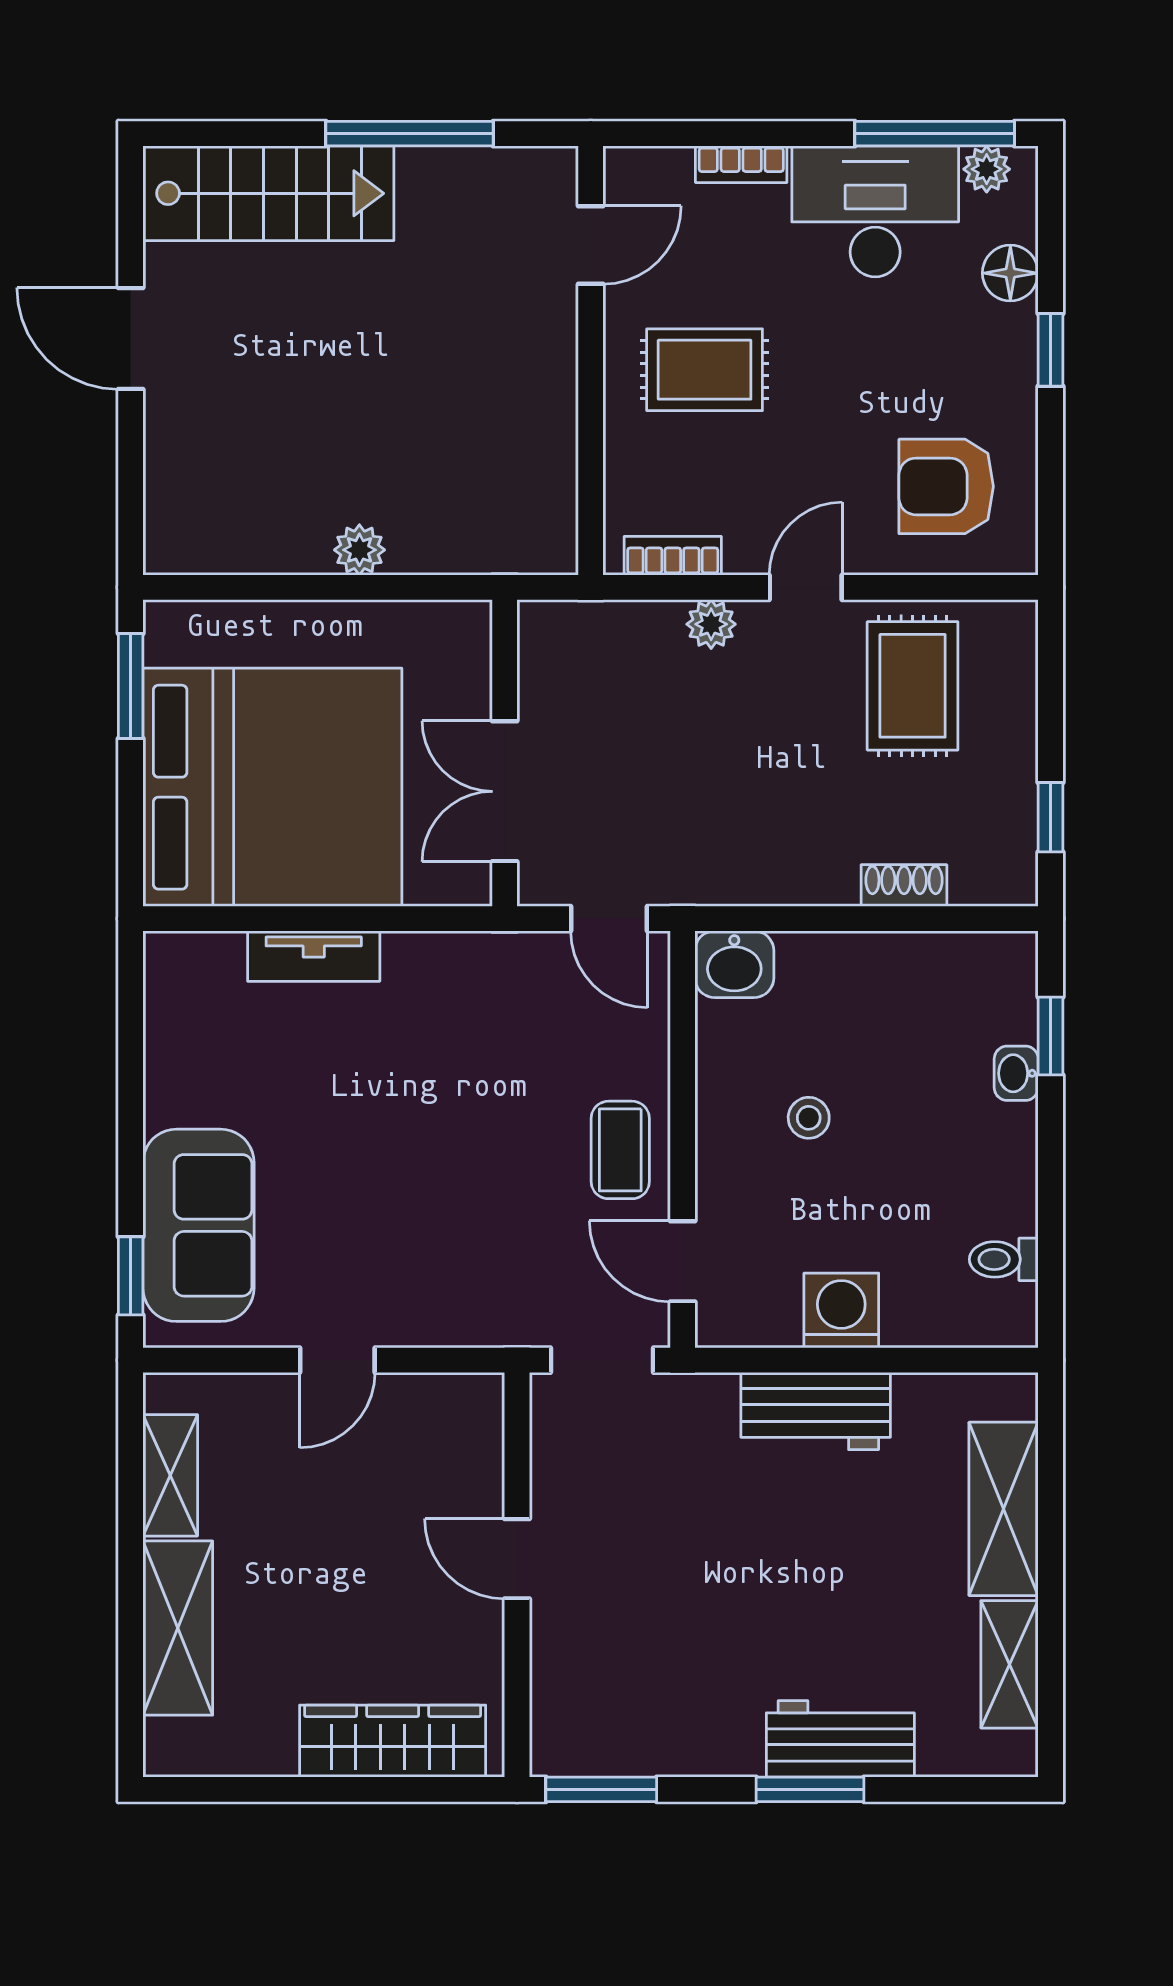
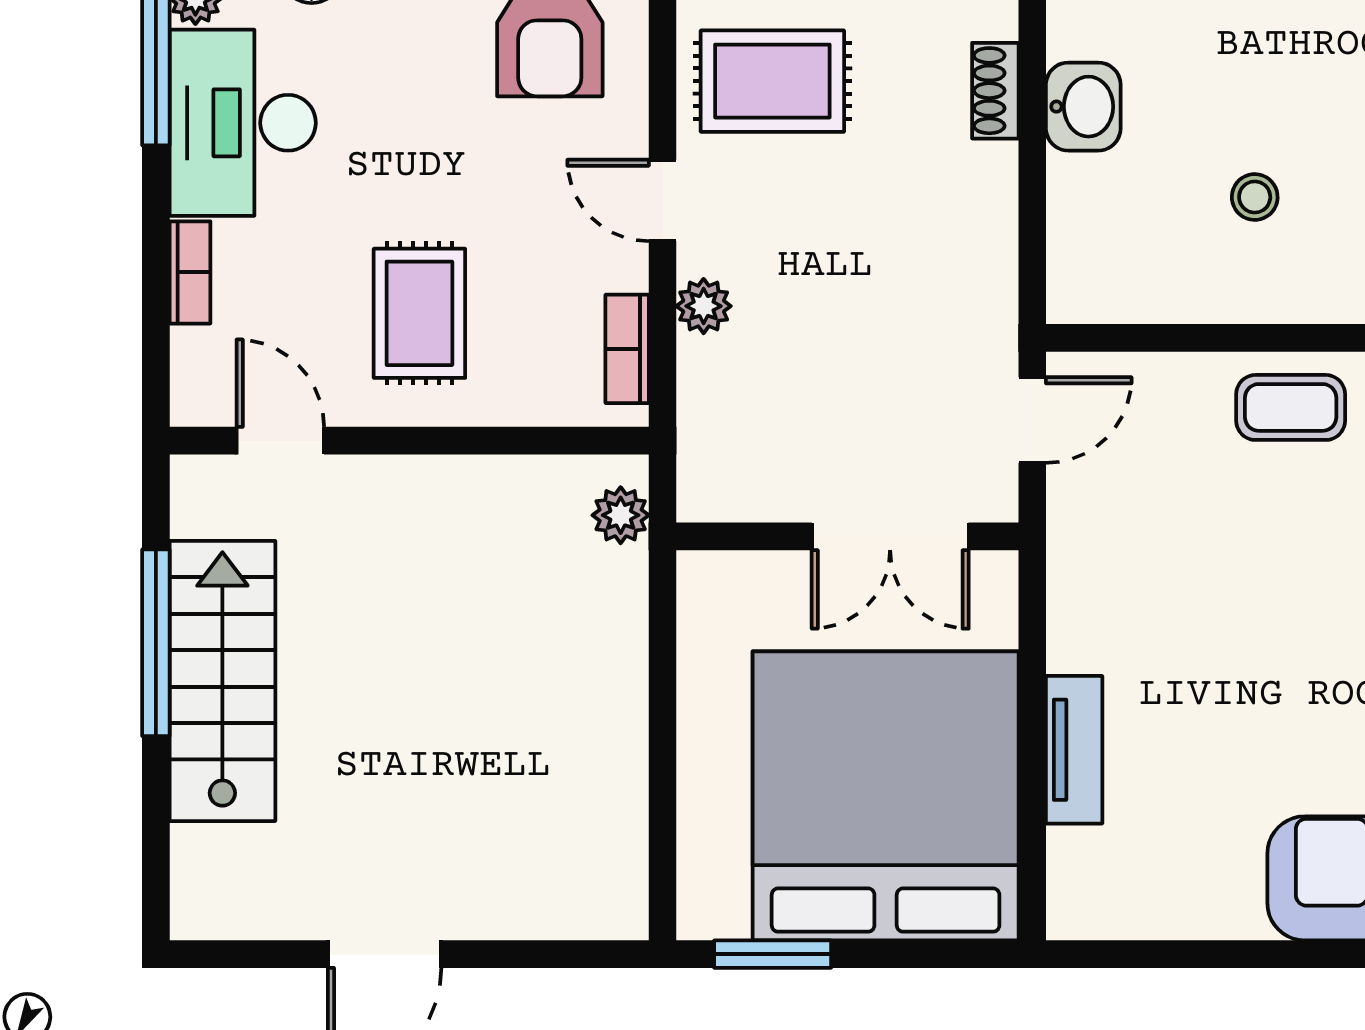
stairs: (268, 193) -> (222, 681), moved
plant: (359, 550) -> (621, 515), moved
washbasin: (734, 964) -> (1083, 107), moved

